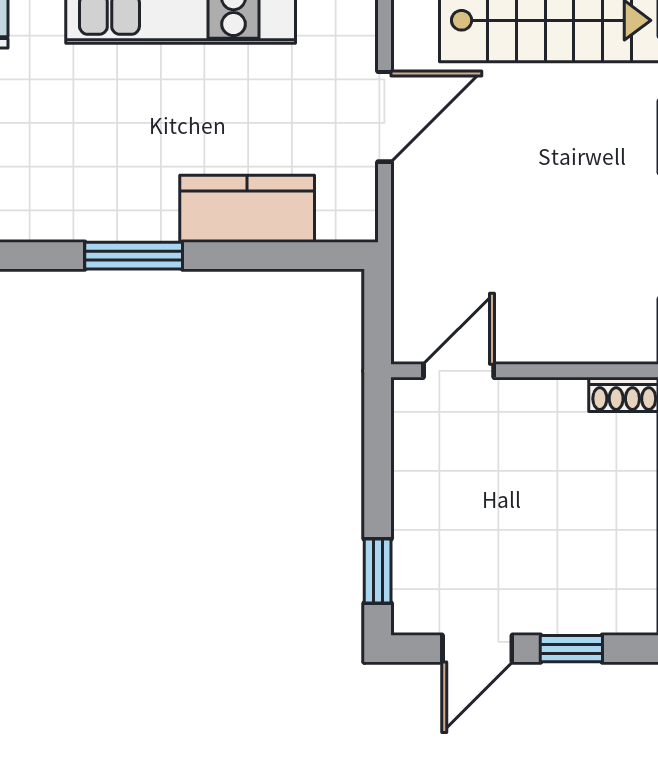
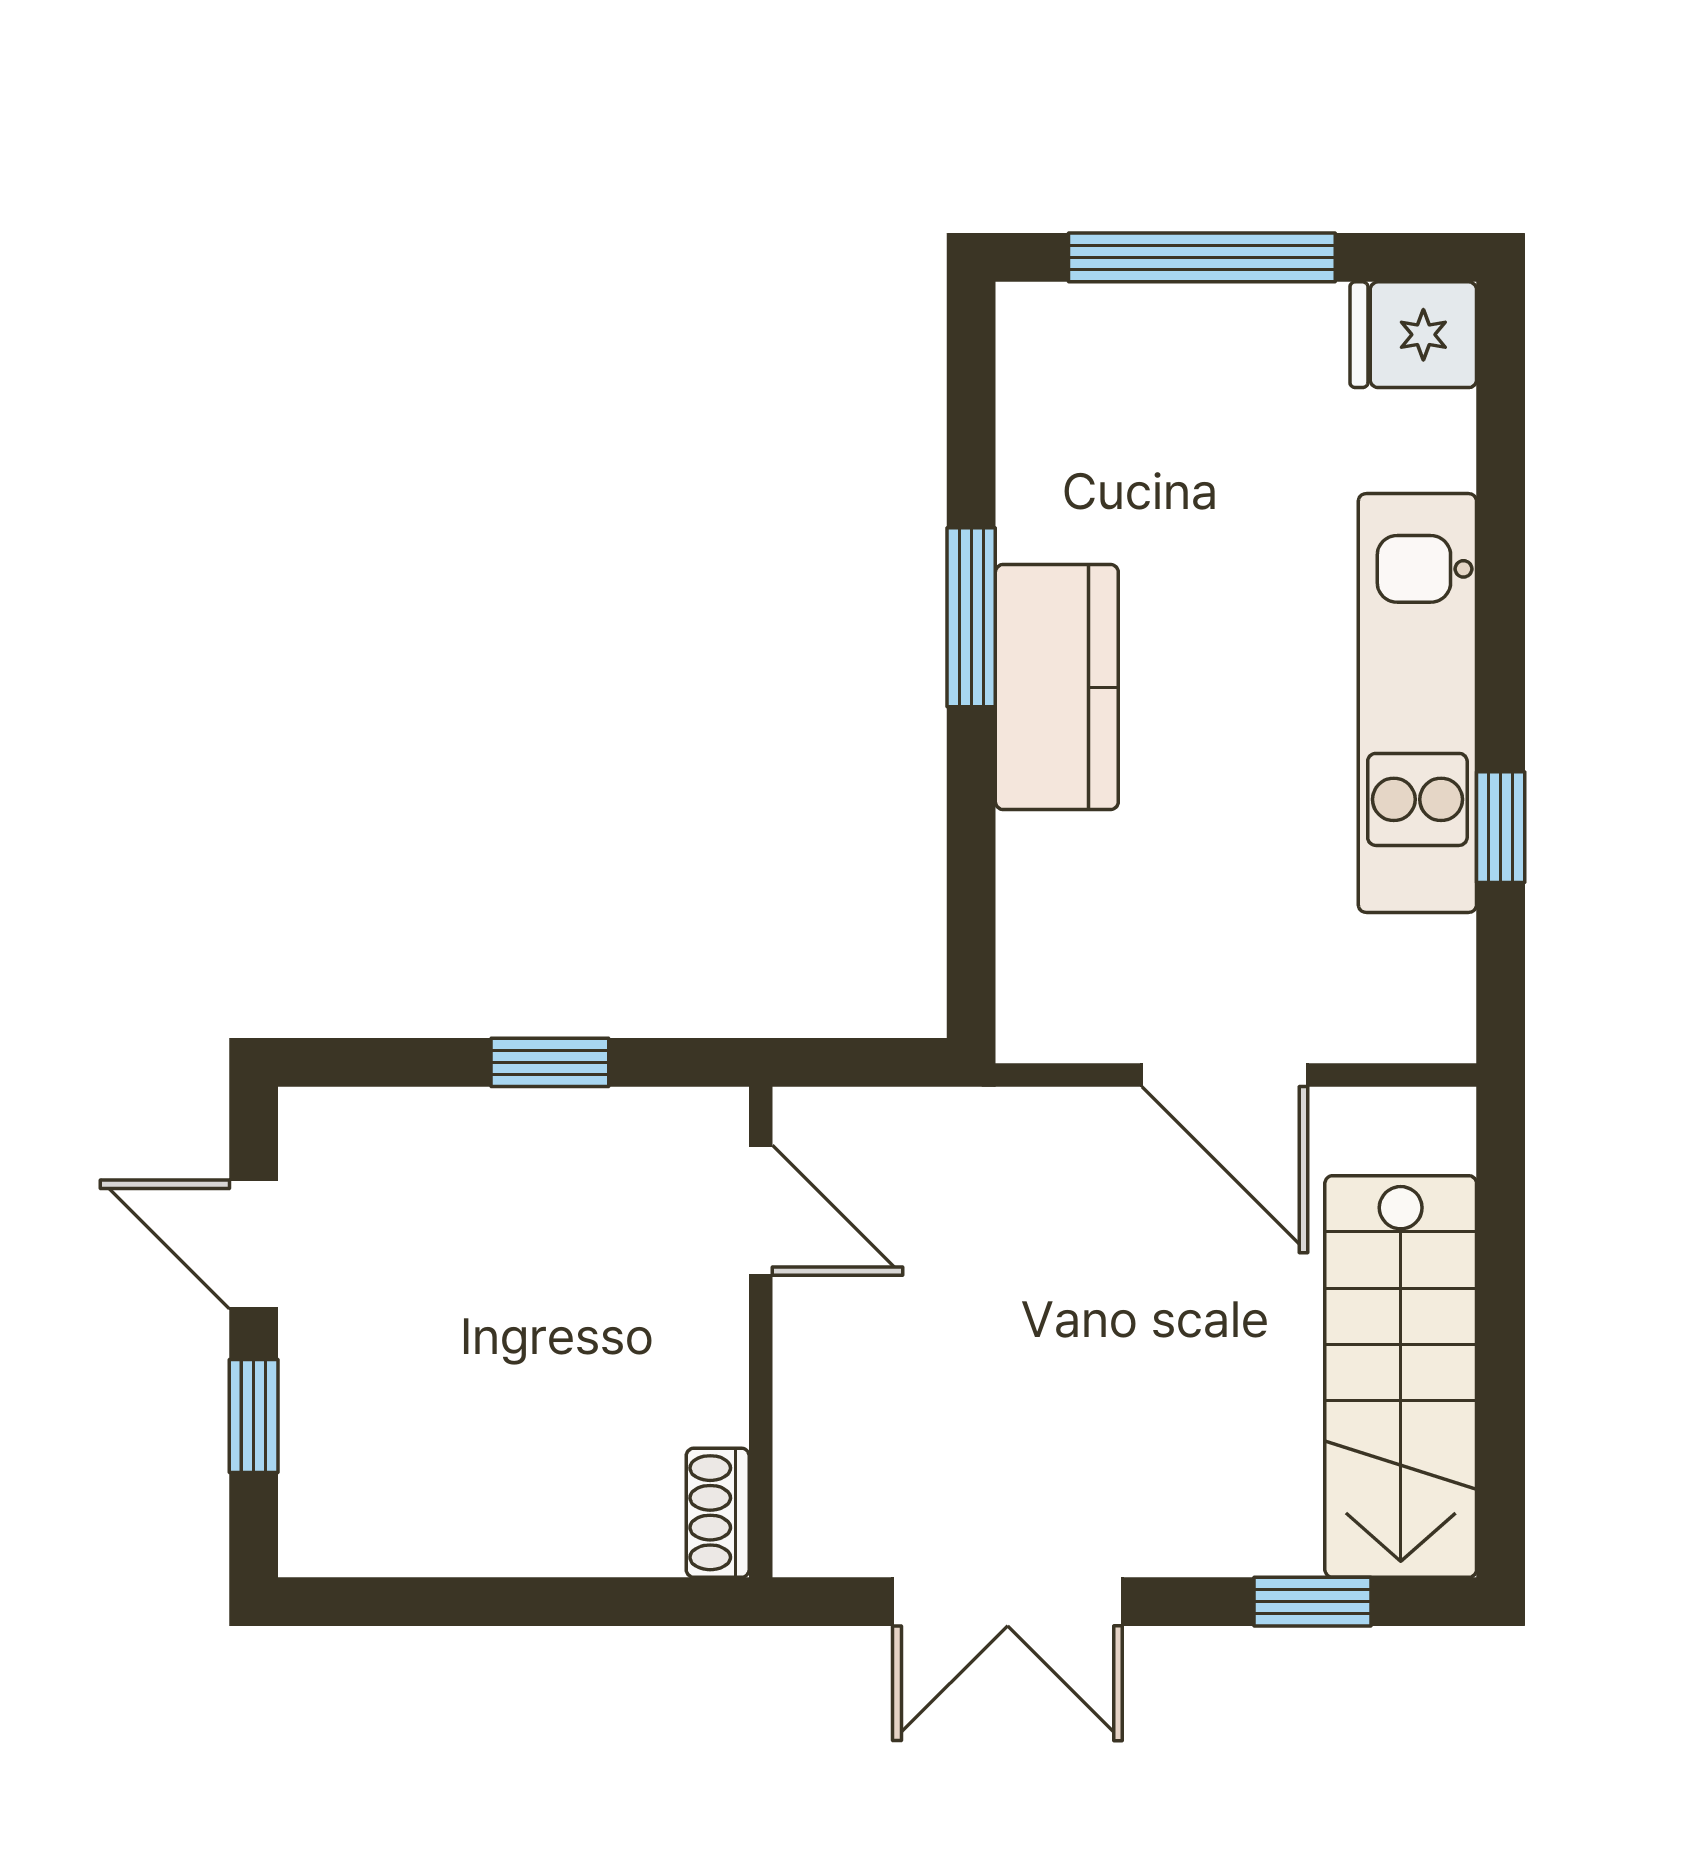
kitchen counter: (247, 209) -> (1057, 687), moved
window: (378, 571) -> (550, 1062), moved

